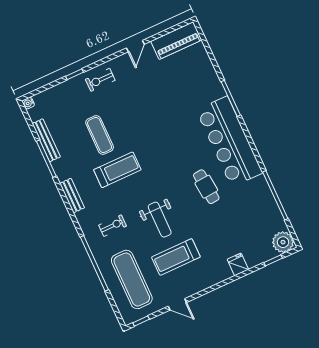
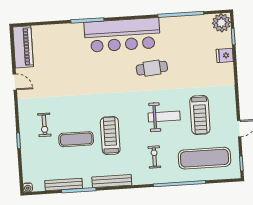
exercise bike: (100, 80) -> (44, 125), moved
bench: (72, 196) -> (112, 181), width x1.36
fridge: (238, 264) -> (225, 55), moved

